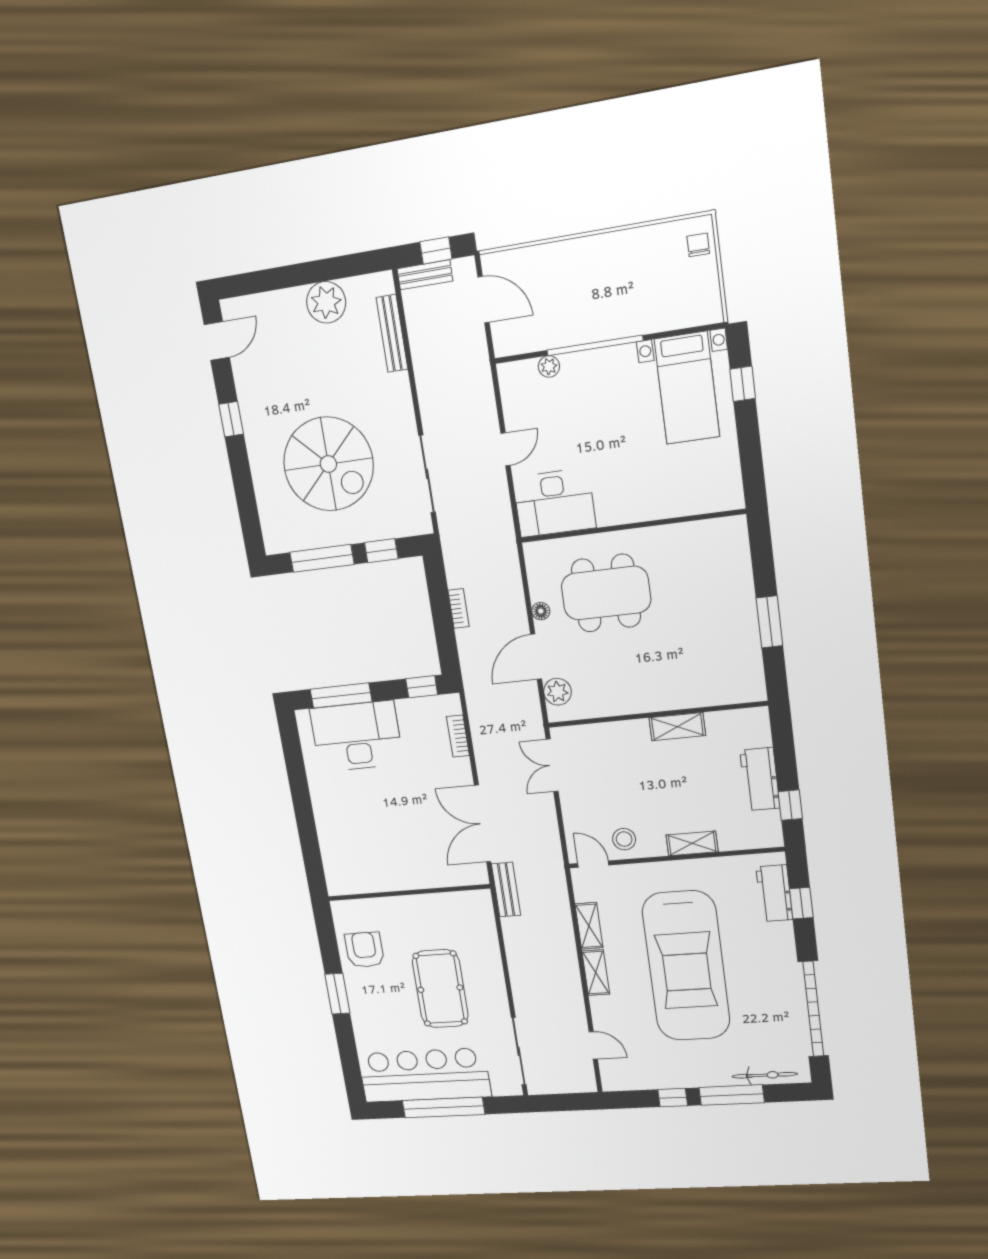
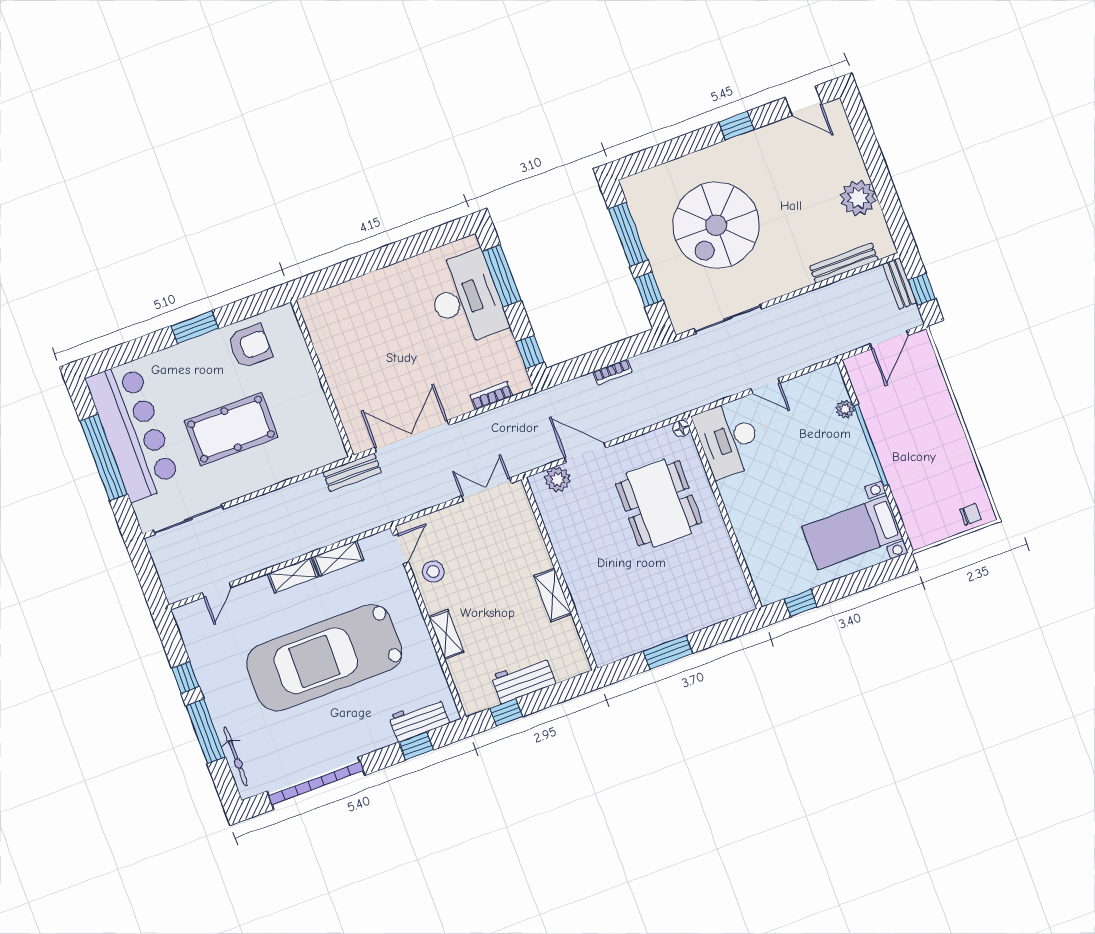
window: (743, 384) -> (801, 603), moved
floor lamp: (541, 611) -> (681, 428), moved

